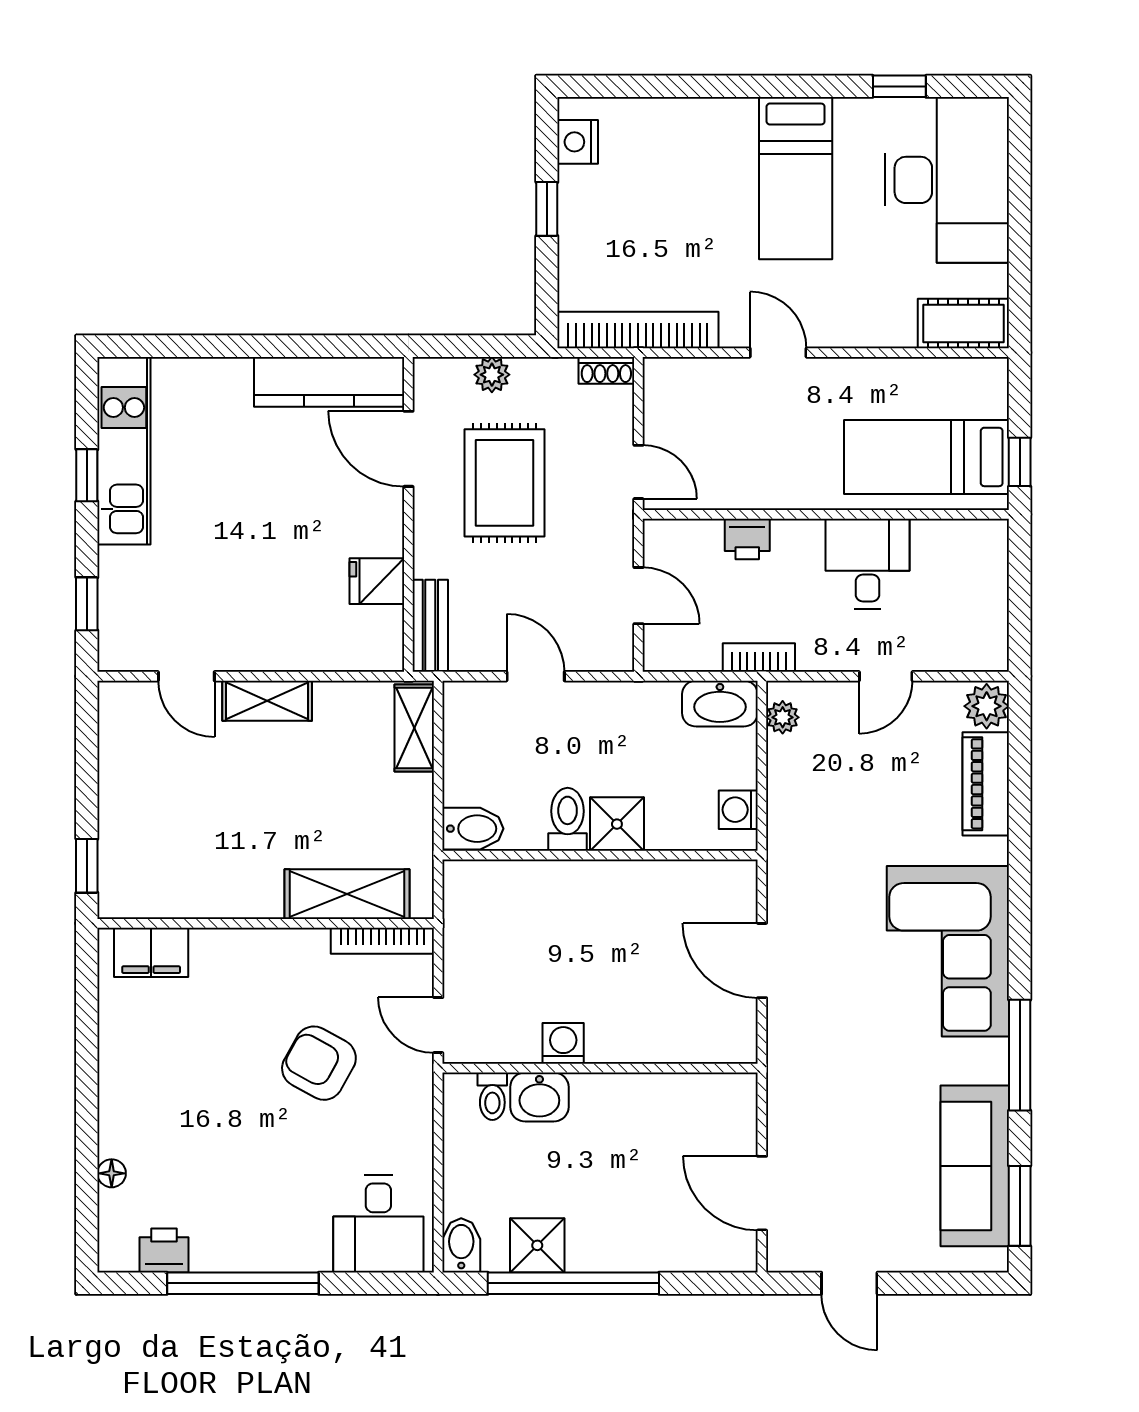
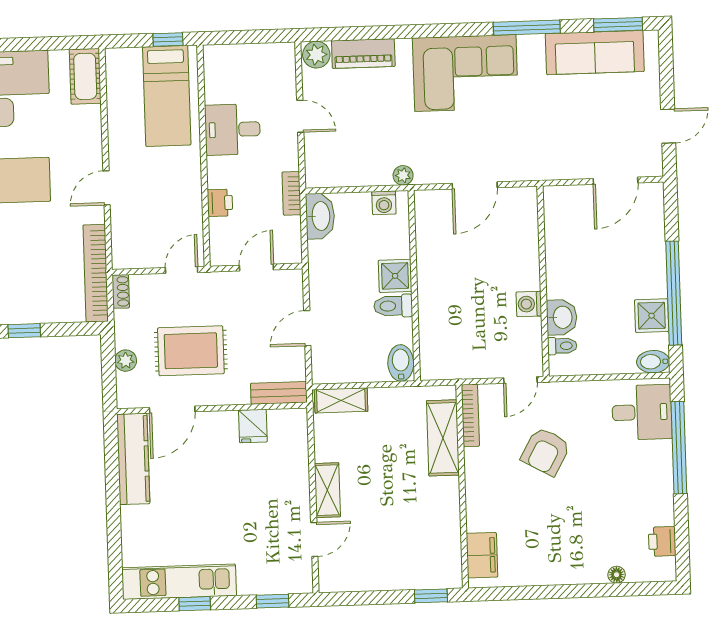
plant: (783, 717) -> (403, 175), moved
window: (243, 1283) -> (679, 448), moved

